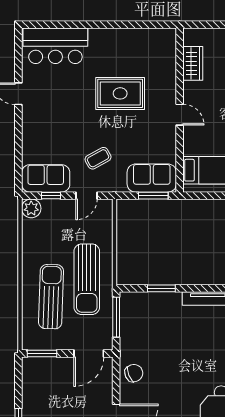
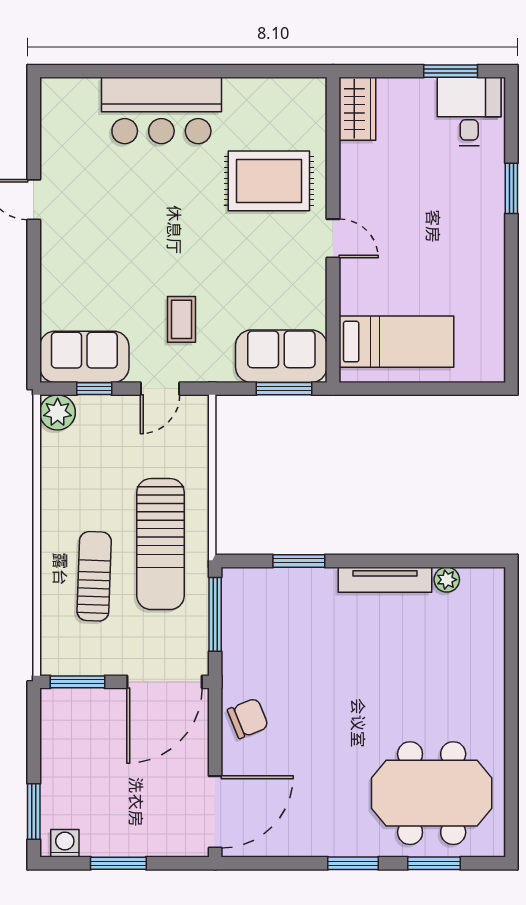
bar counter: (55, 46) -> (161, 110), moved
wardrobe: (193, 63) -> (357, 109), moved
rug: (120, 93) -> (269, 181), moved
coffee table: (98, 158) -> (181, 319), turned -61
sun lounger: (51, 297) -> (94, 576), width x0.73, depth x0.75
door: (89, 353) -> (164, 682), width x1.36

